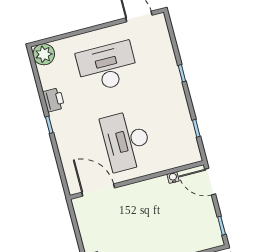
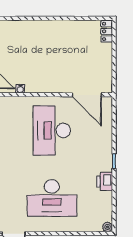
plant: (44, 54) -> (107, 227), width x0.53, depth x0.53
desk: (126, 141) -> (52, 131), turned 180

